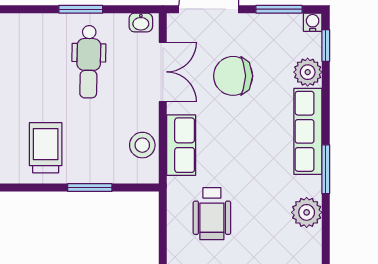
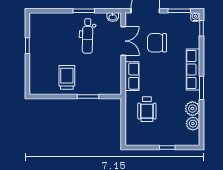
plant: (308, 72) -> (193, 124), moved
stool: (142, 145) -> (113, 76), removed

